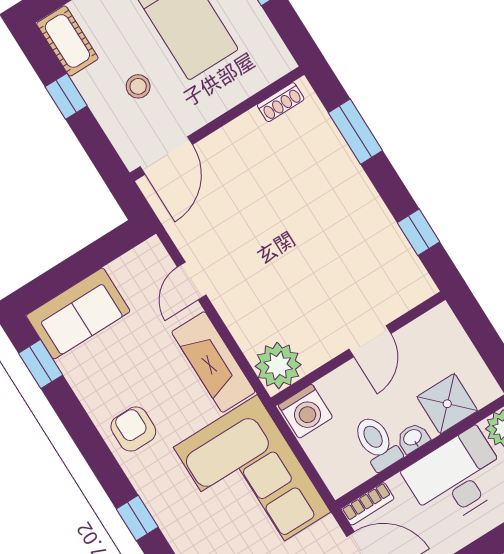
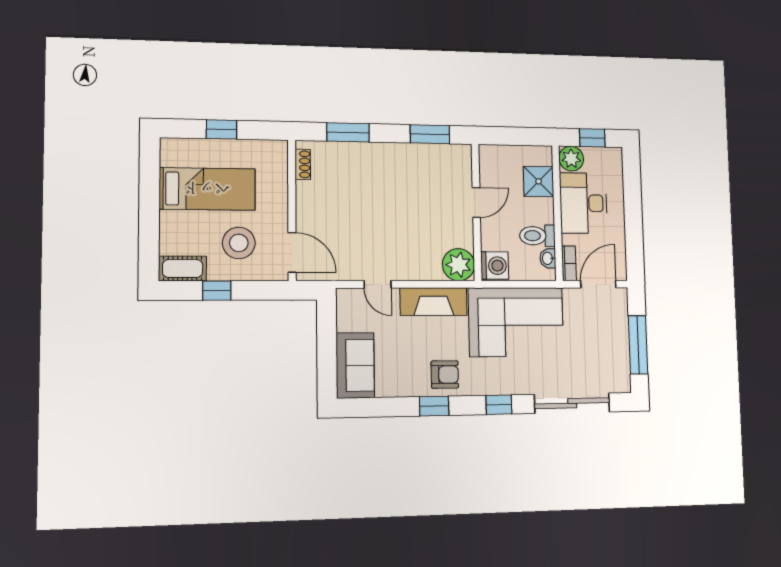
stool: (138, 86) -> (239, 243), width x1.89, depth x1.89
window: (419, 232) -> (430, 134), width x1.50
door: (370, 341) -> (476, 202), hinge flipped
window: (41, 364) -> (434, 406), moved
armchair: (133, 429) -> (445, 375), turned 180
washbasin: (413, 438) -> (548, 258), moved

